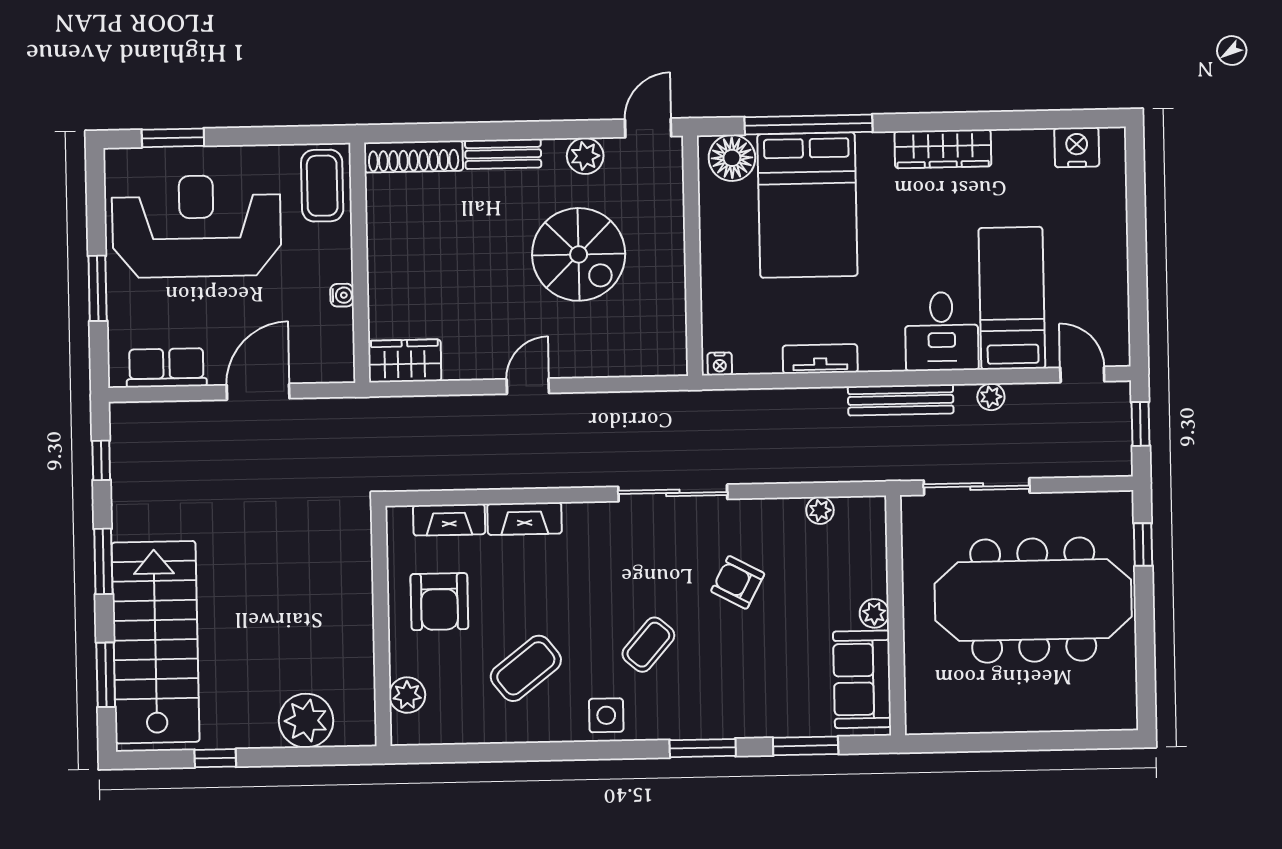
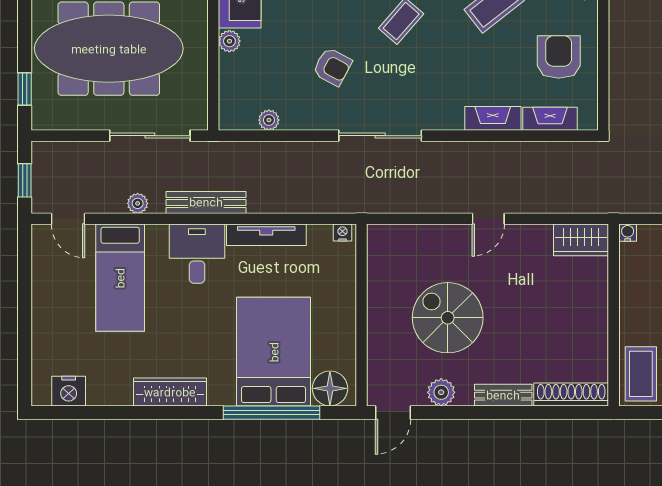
water cooler: (342, 295) -> (628, 233), moved, turned 90
desk: (942, 331) -> (197, 254), moved
tv unit: (820, 359) -> (266, 235), width x1.41

